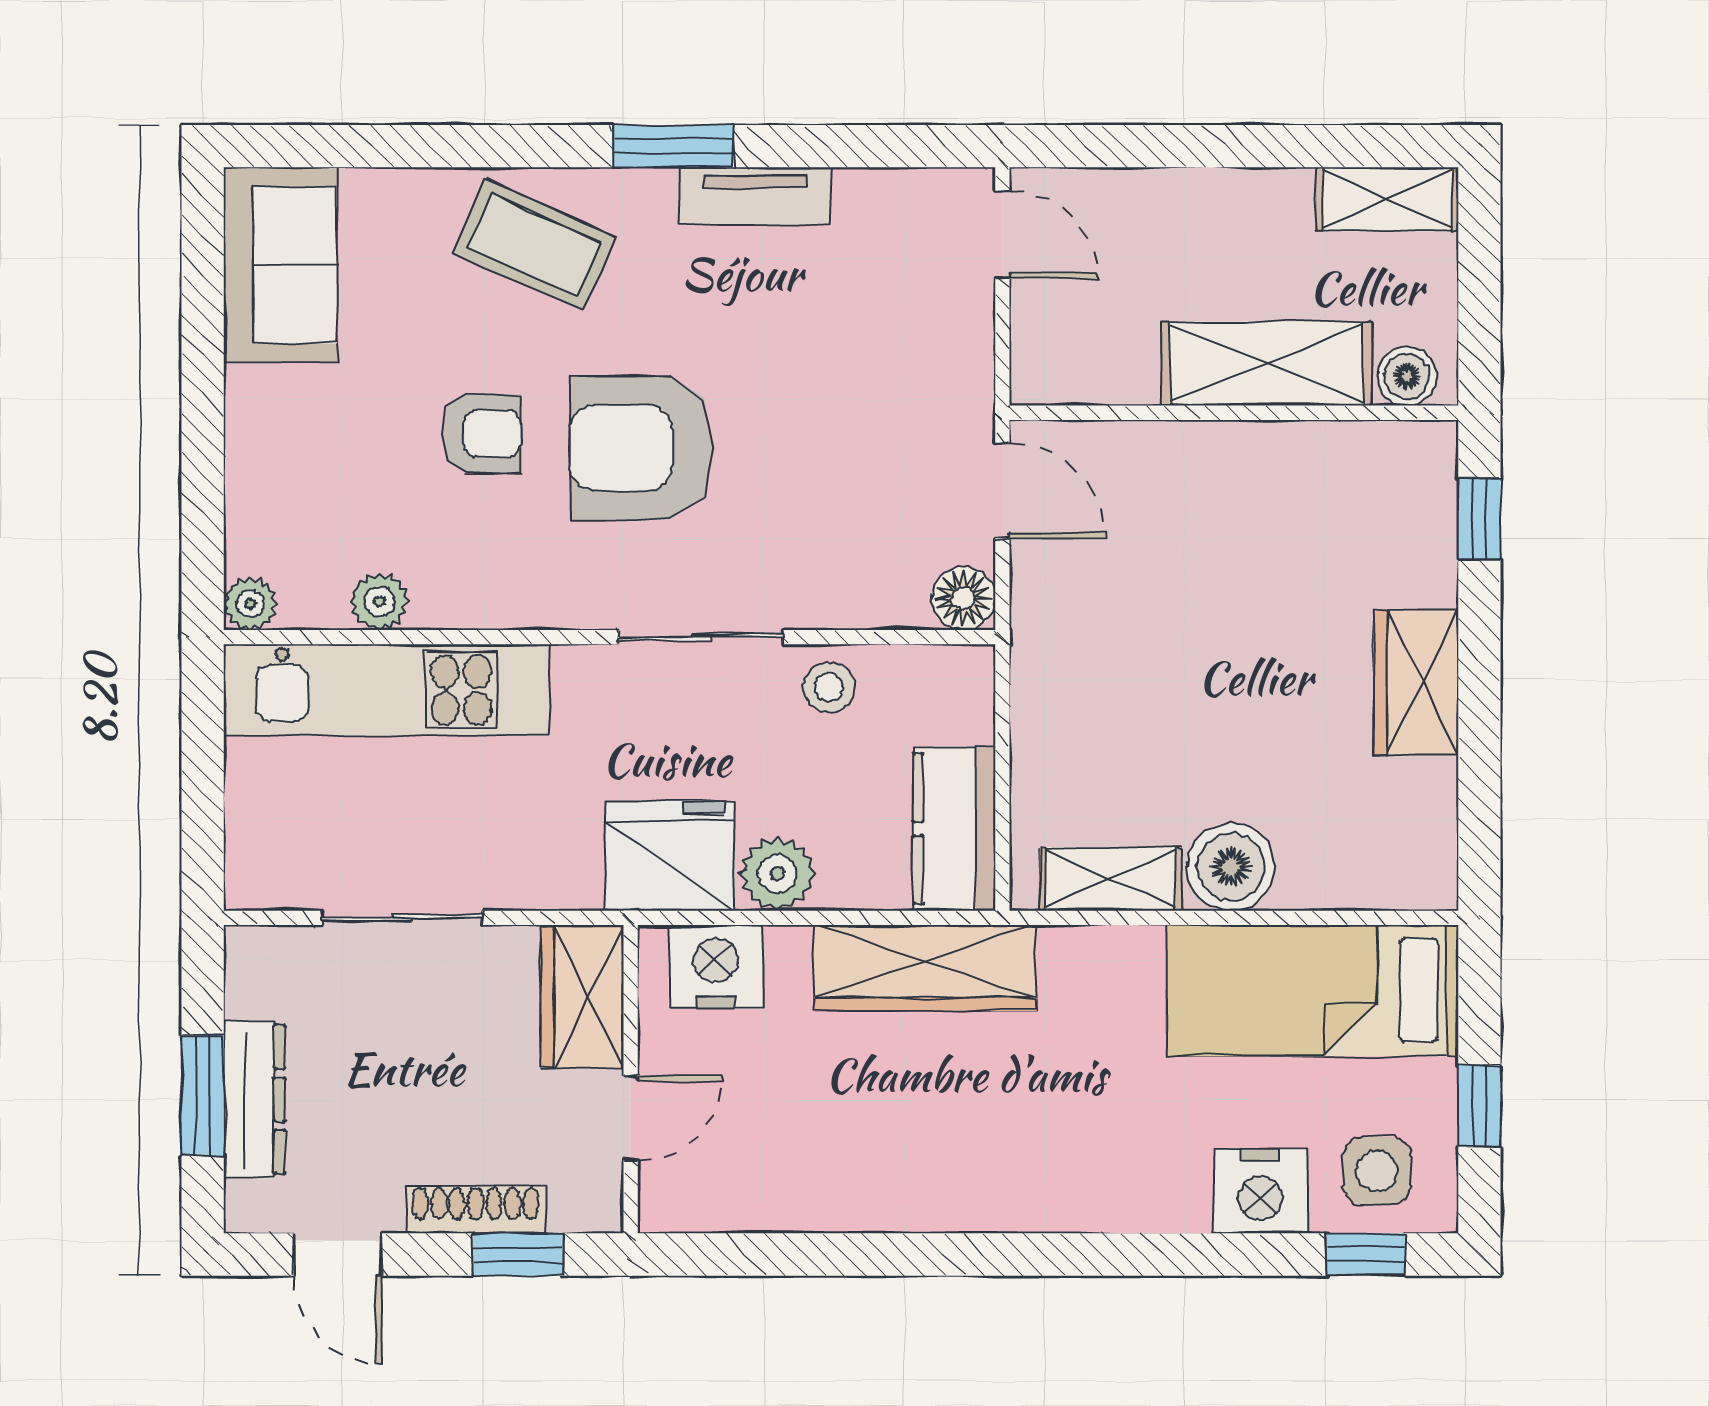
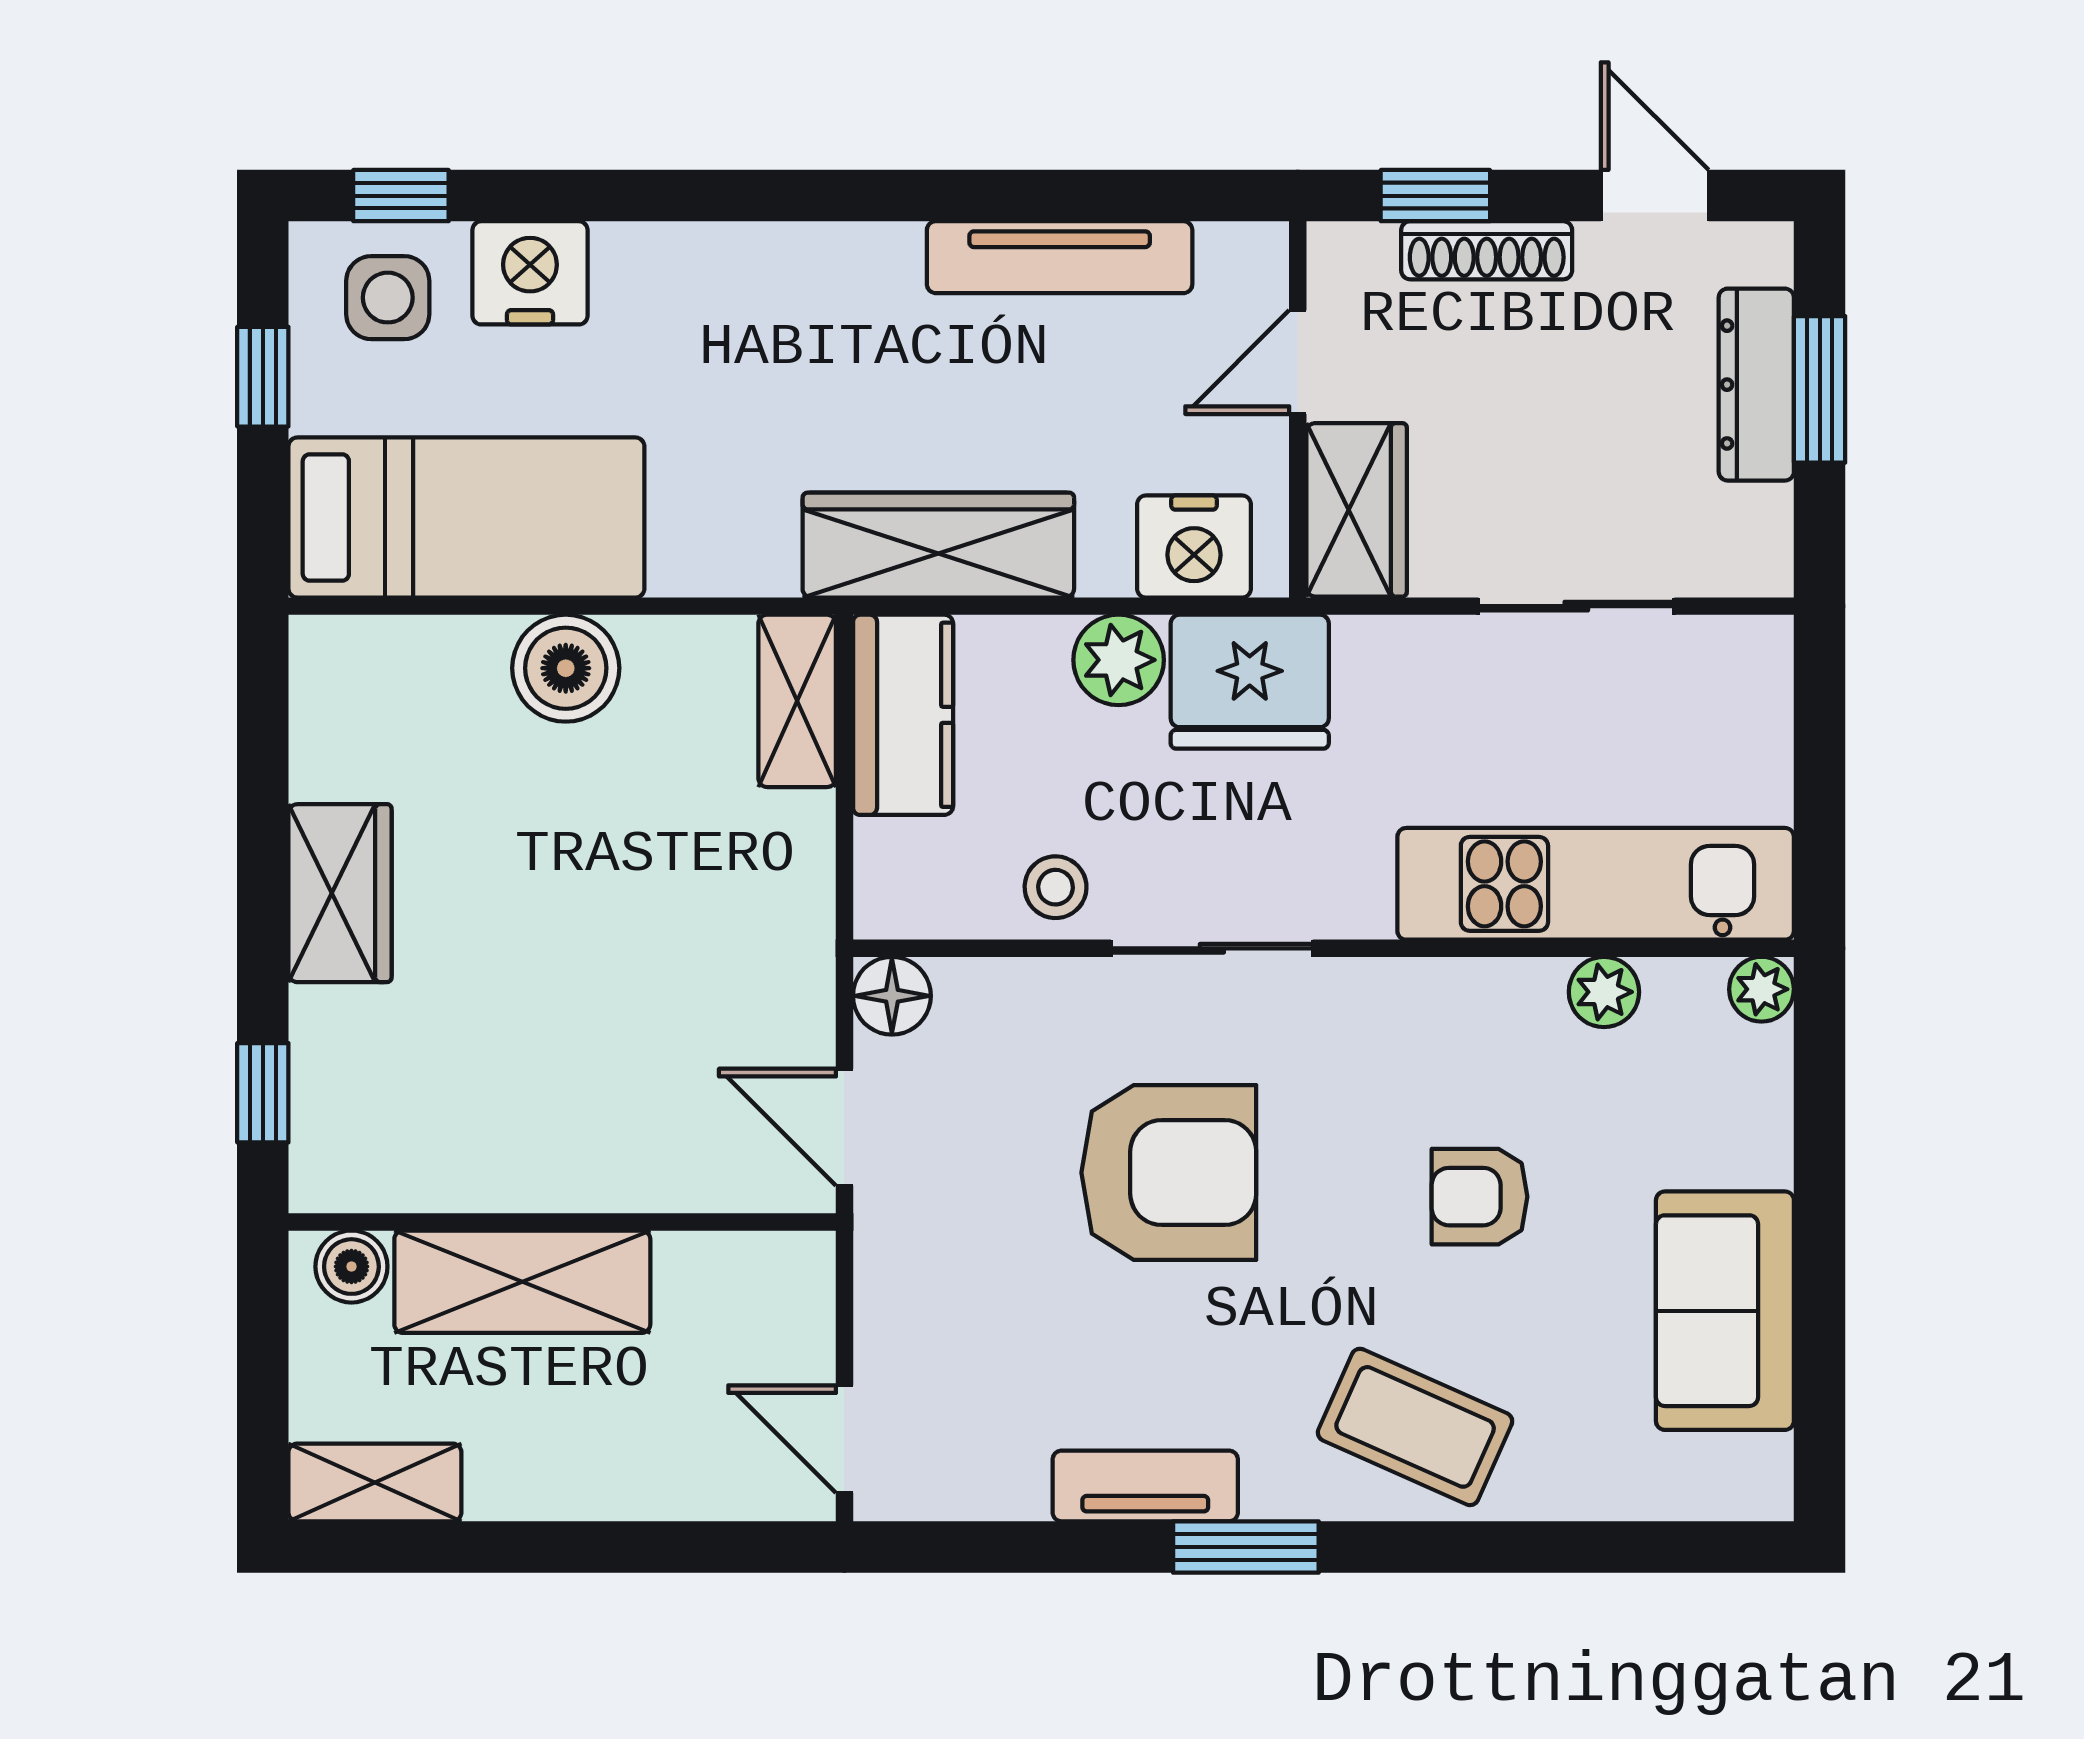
sofa: (280, 265) -> (1725, 1311), moved
armchair: (641, 448) -> (1169, 1173), moved
shelving: (1111, 879) -> (797, 701), moved, turned 90
tv unit: (826, 1204) -> (1060, 257), added

